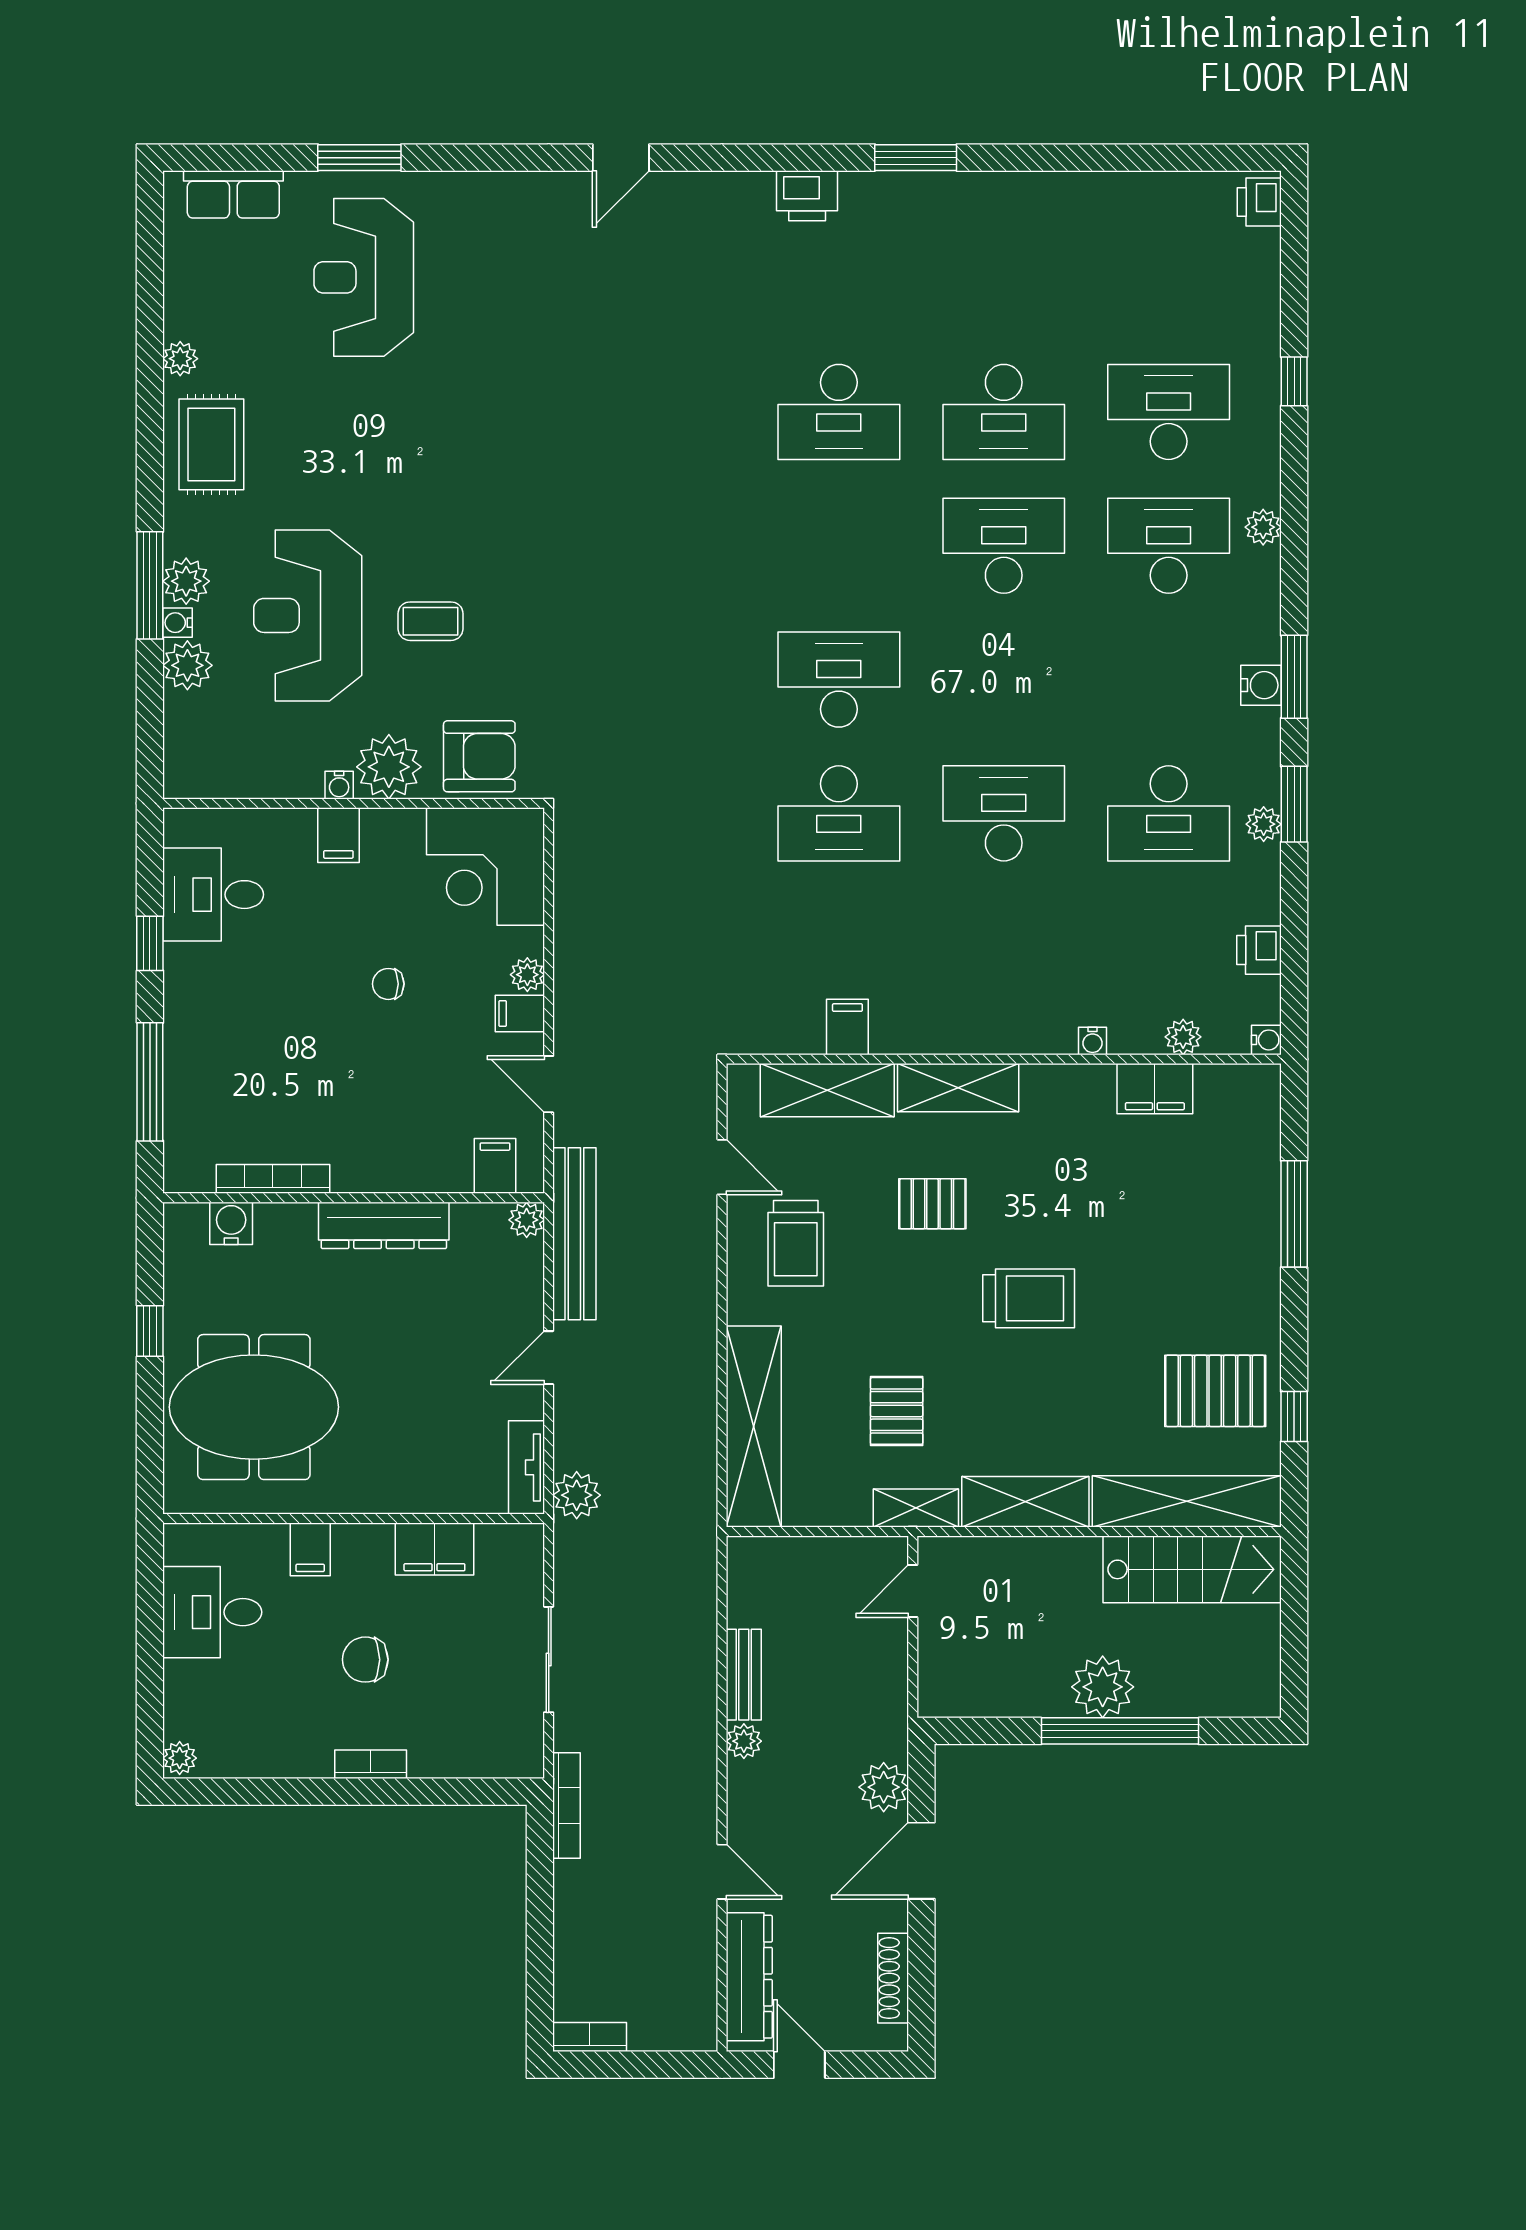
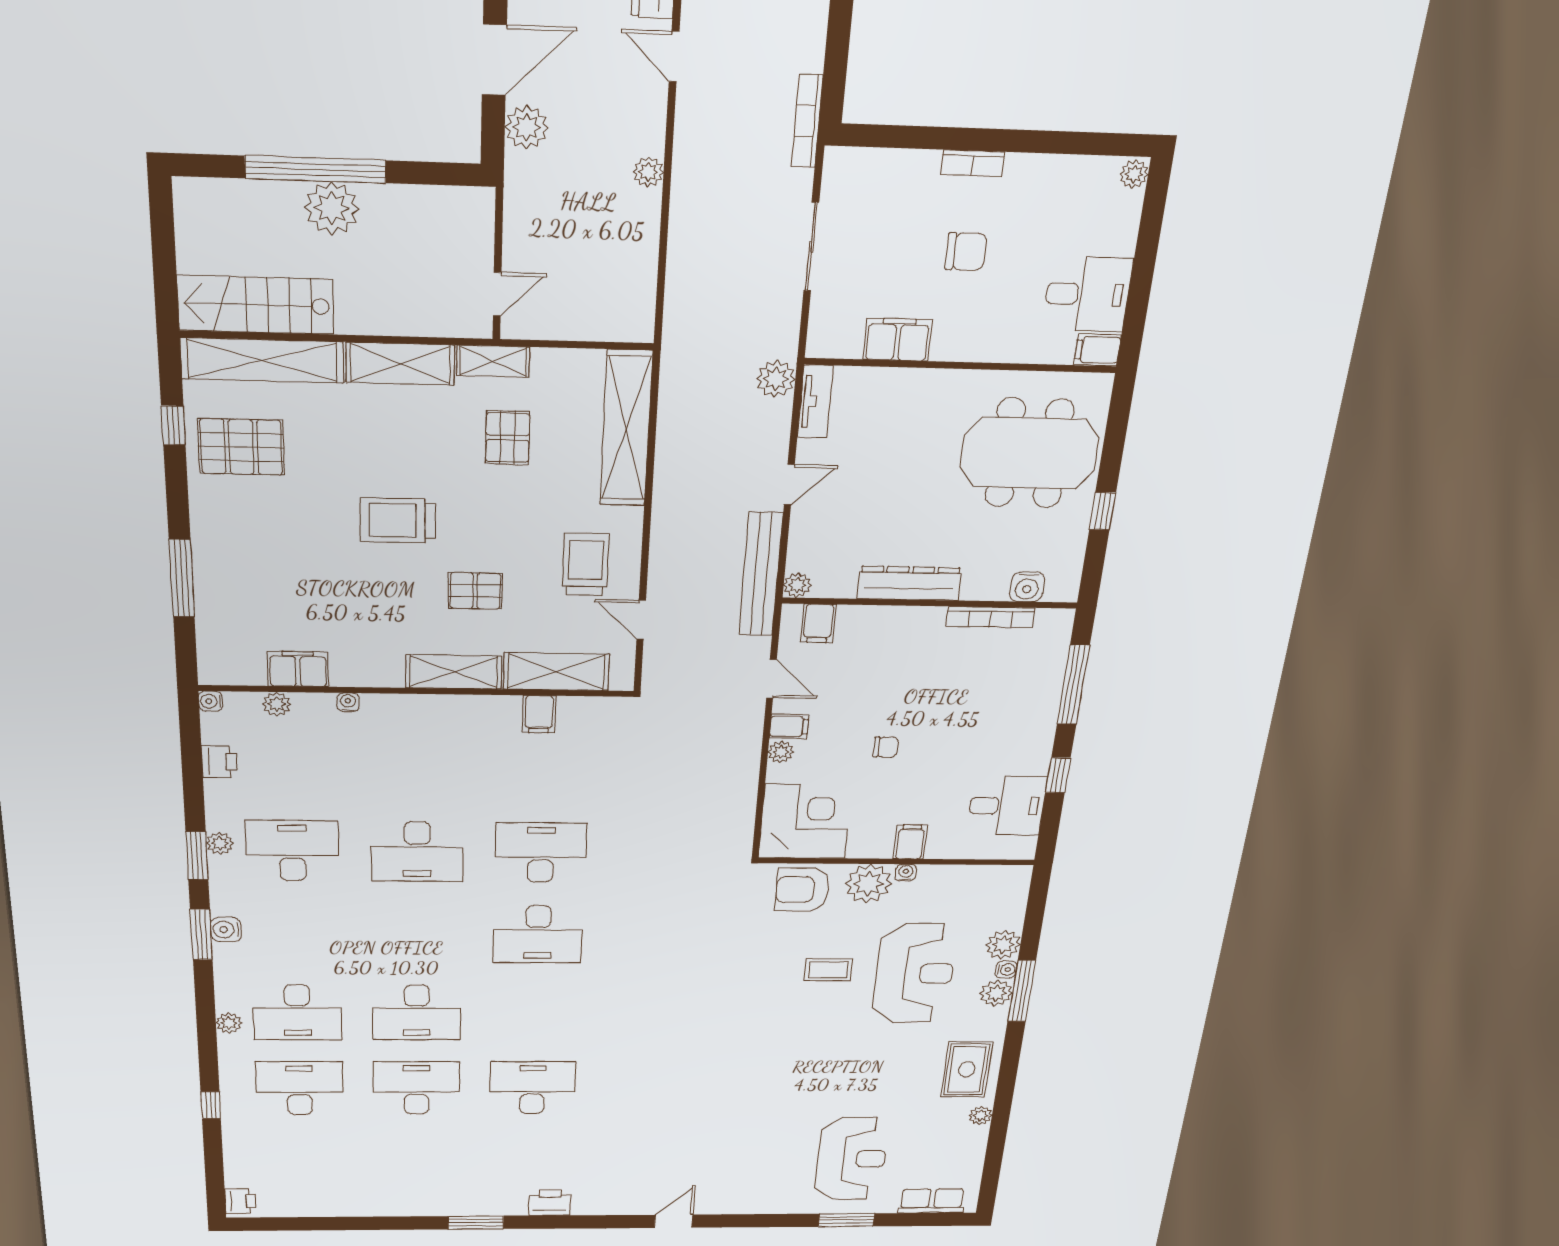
desk: (1169, 412) -> (300, 1088), turned 180
filing cabinet: (310, 1549) -> (1097, 350), moved, turned -90
bench: (744, 1675) -> (645, 229), removed

